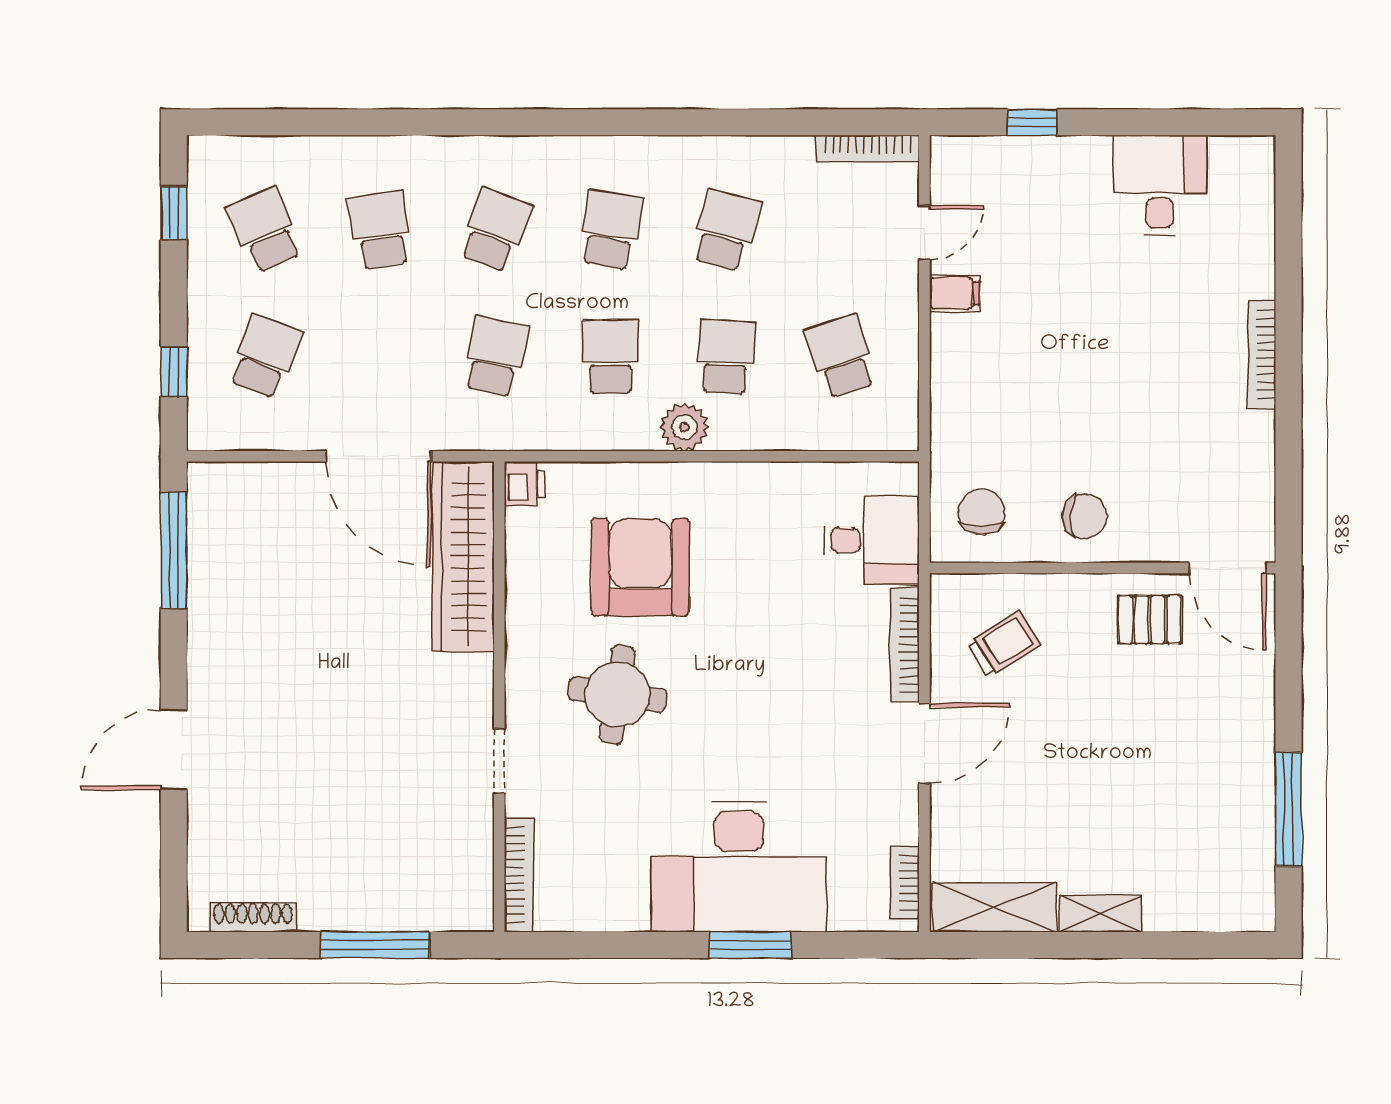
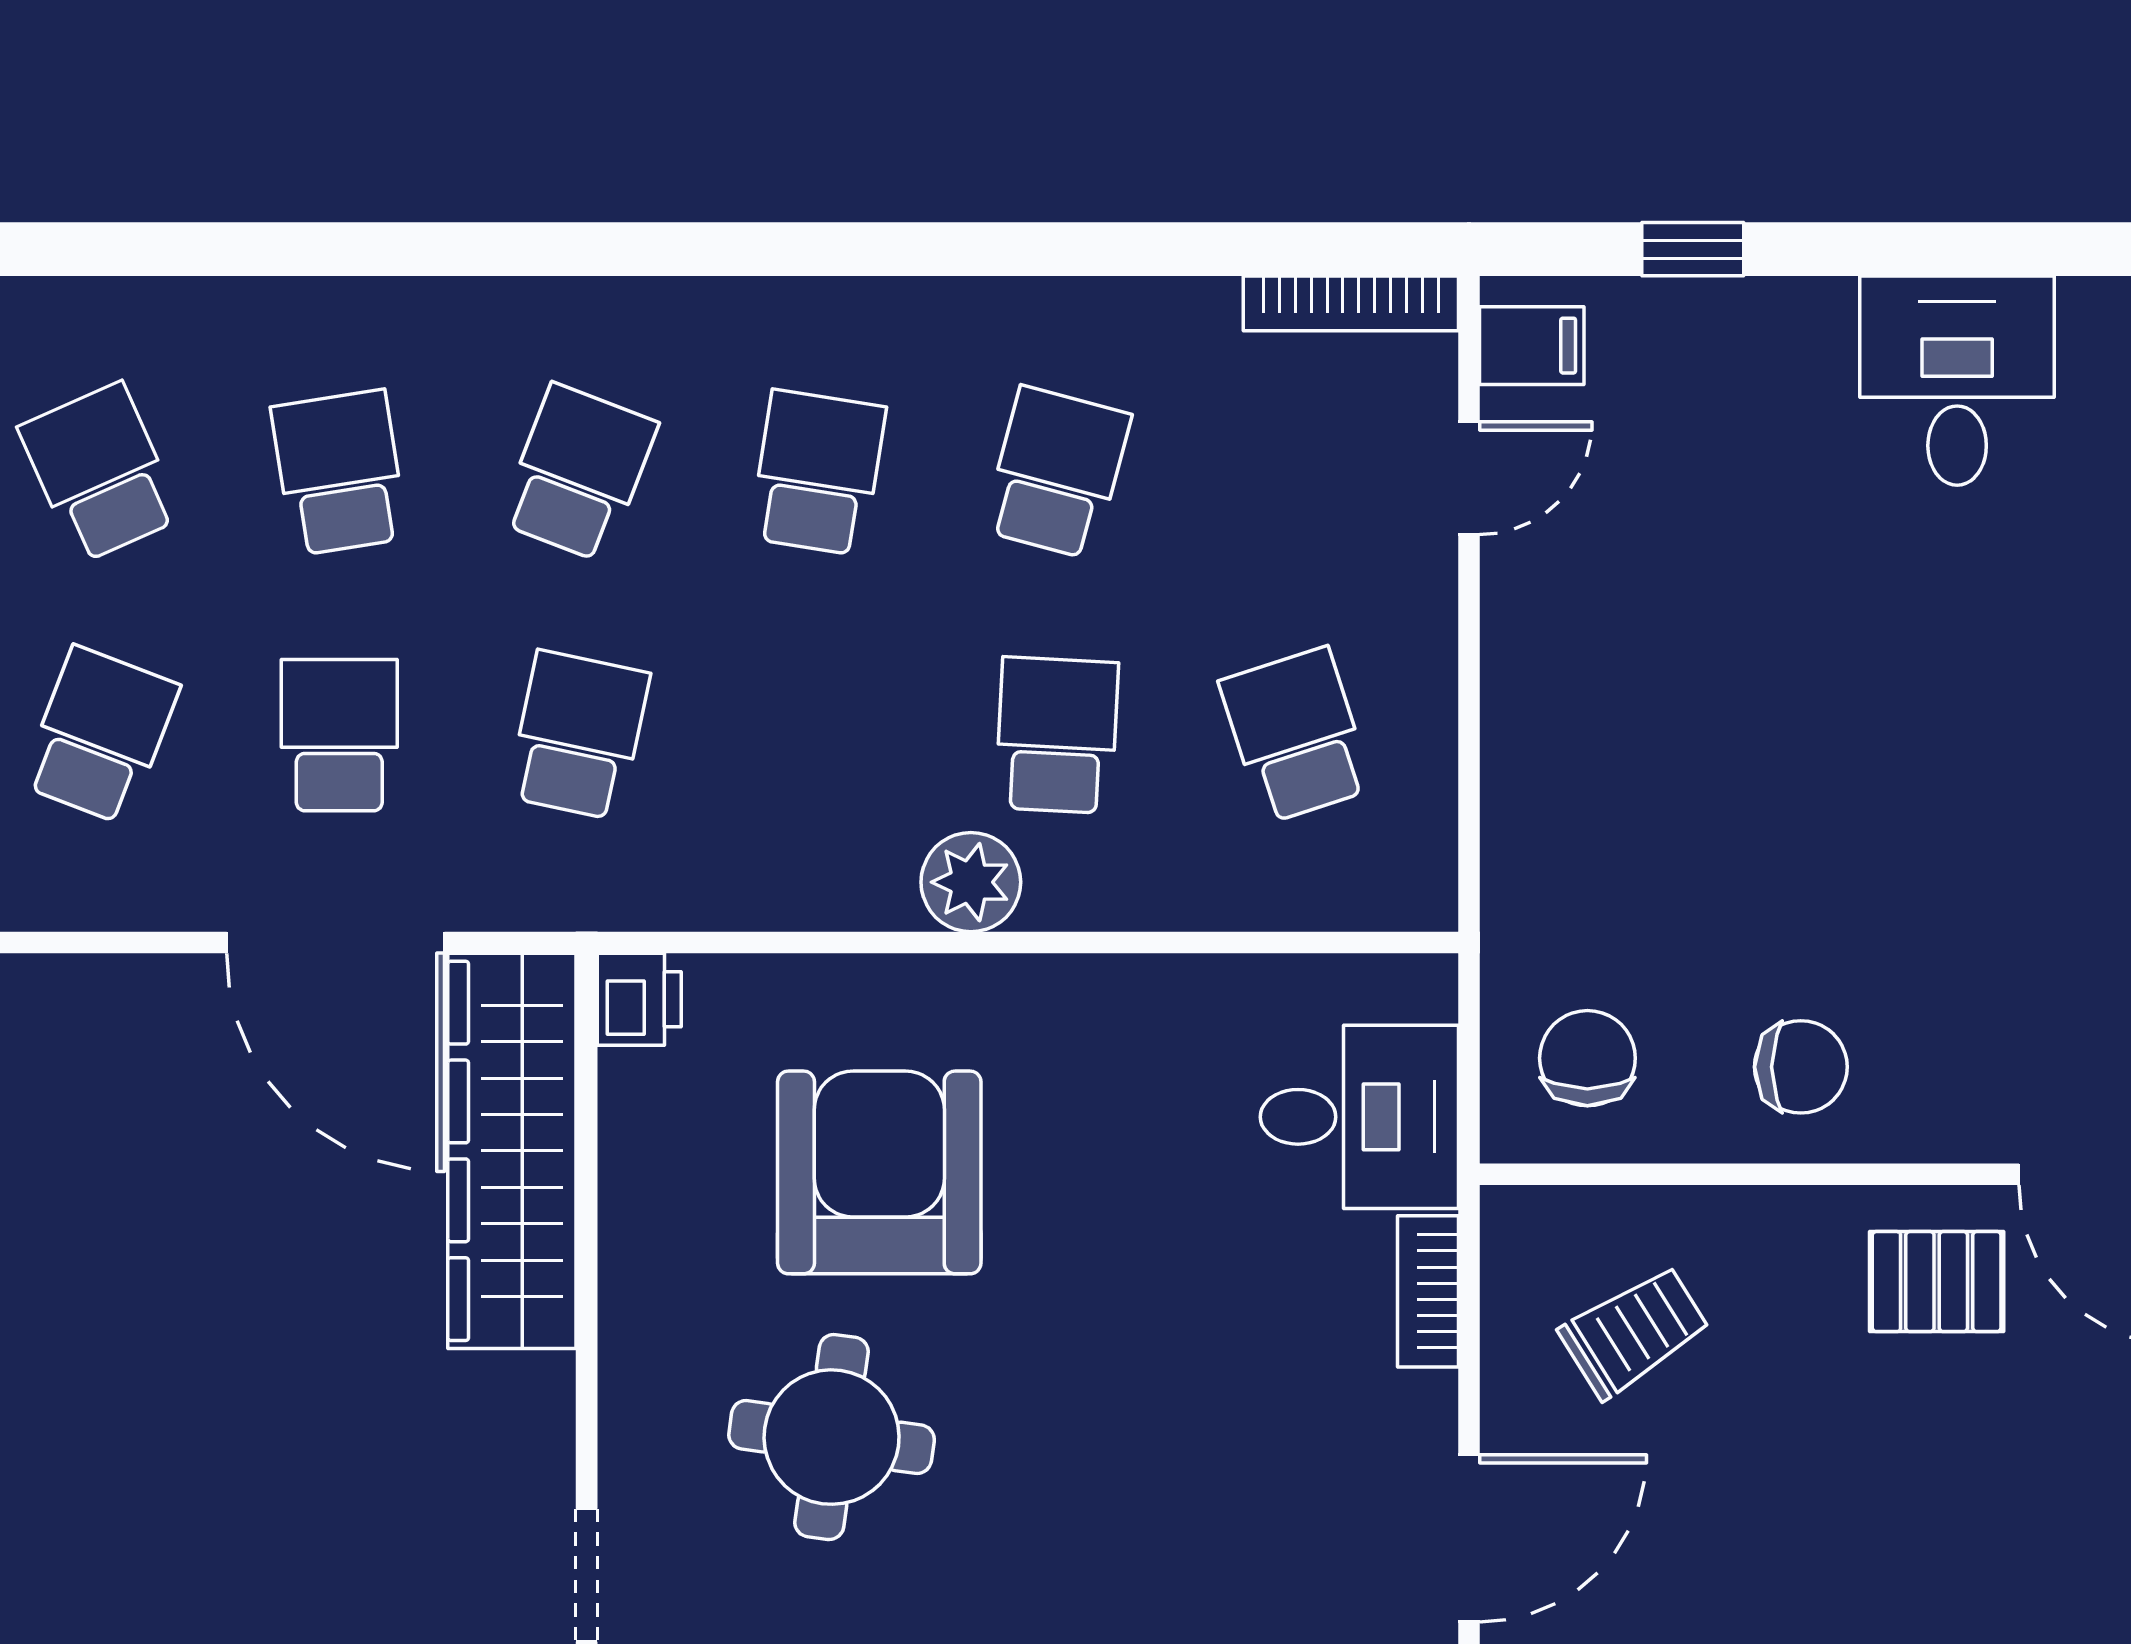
filing cabinet: (955, 293) -> (1532, 346), moved
school desk: (611, 356) -> (339, 735), moved
bookcase: (905, 645) -> (1428, 1291), width x0.64

